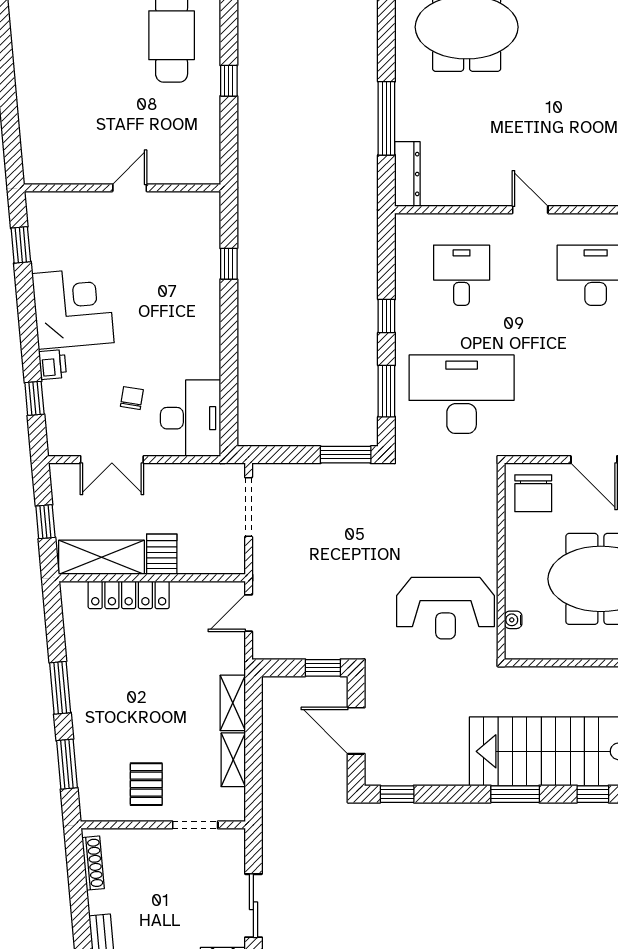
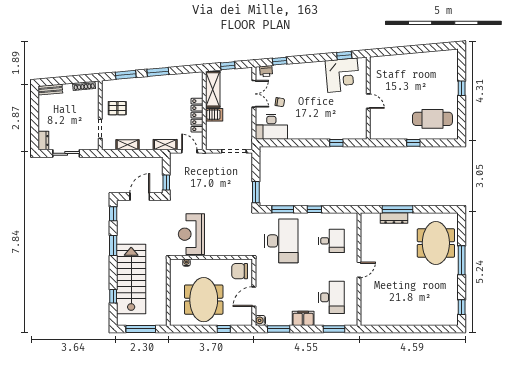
dresser: (407, 174) -> (394, 218), moved
corner desk: (73, 308) -> (342, 75), moved
printer: (53, 365) -> (266, 71), moved
double door: (112, 460) -> (254, 94), swing flipped
locker: (129, 595) -> (197, 115), moved
shelving: (233, 703) -> (165, 145), moved
window: (515, 794) -> (113, 246), moved

